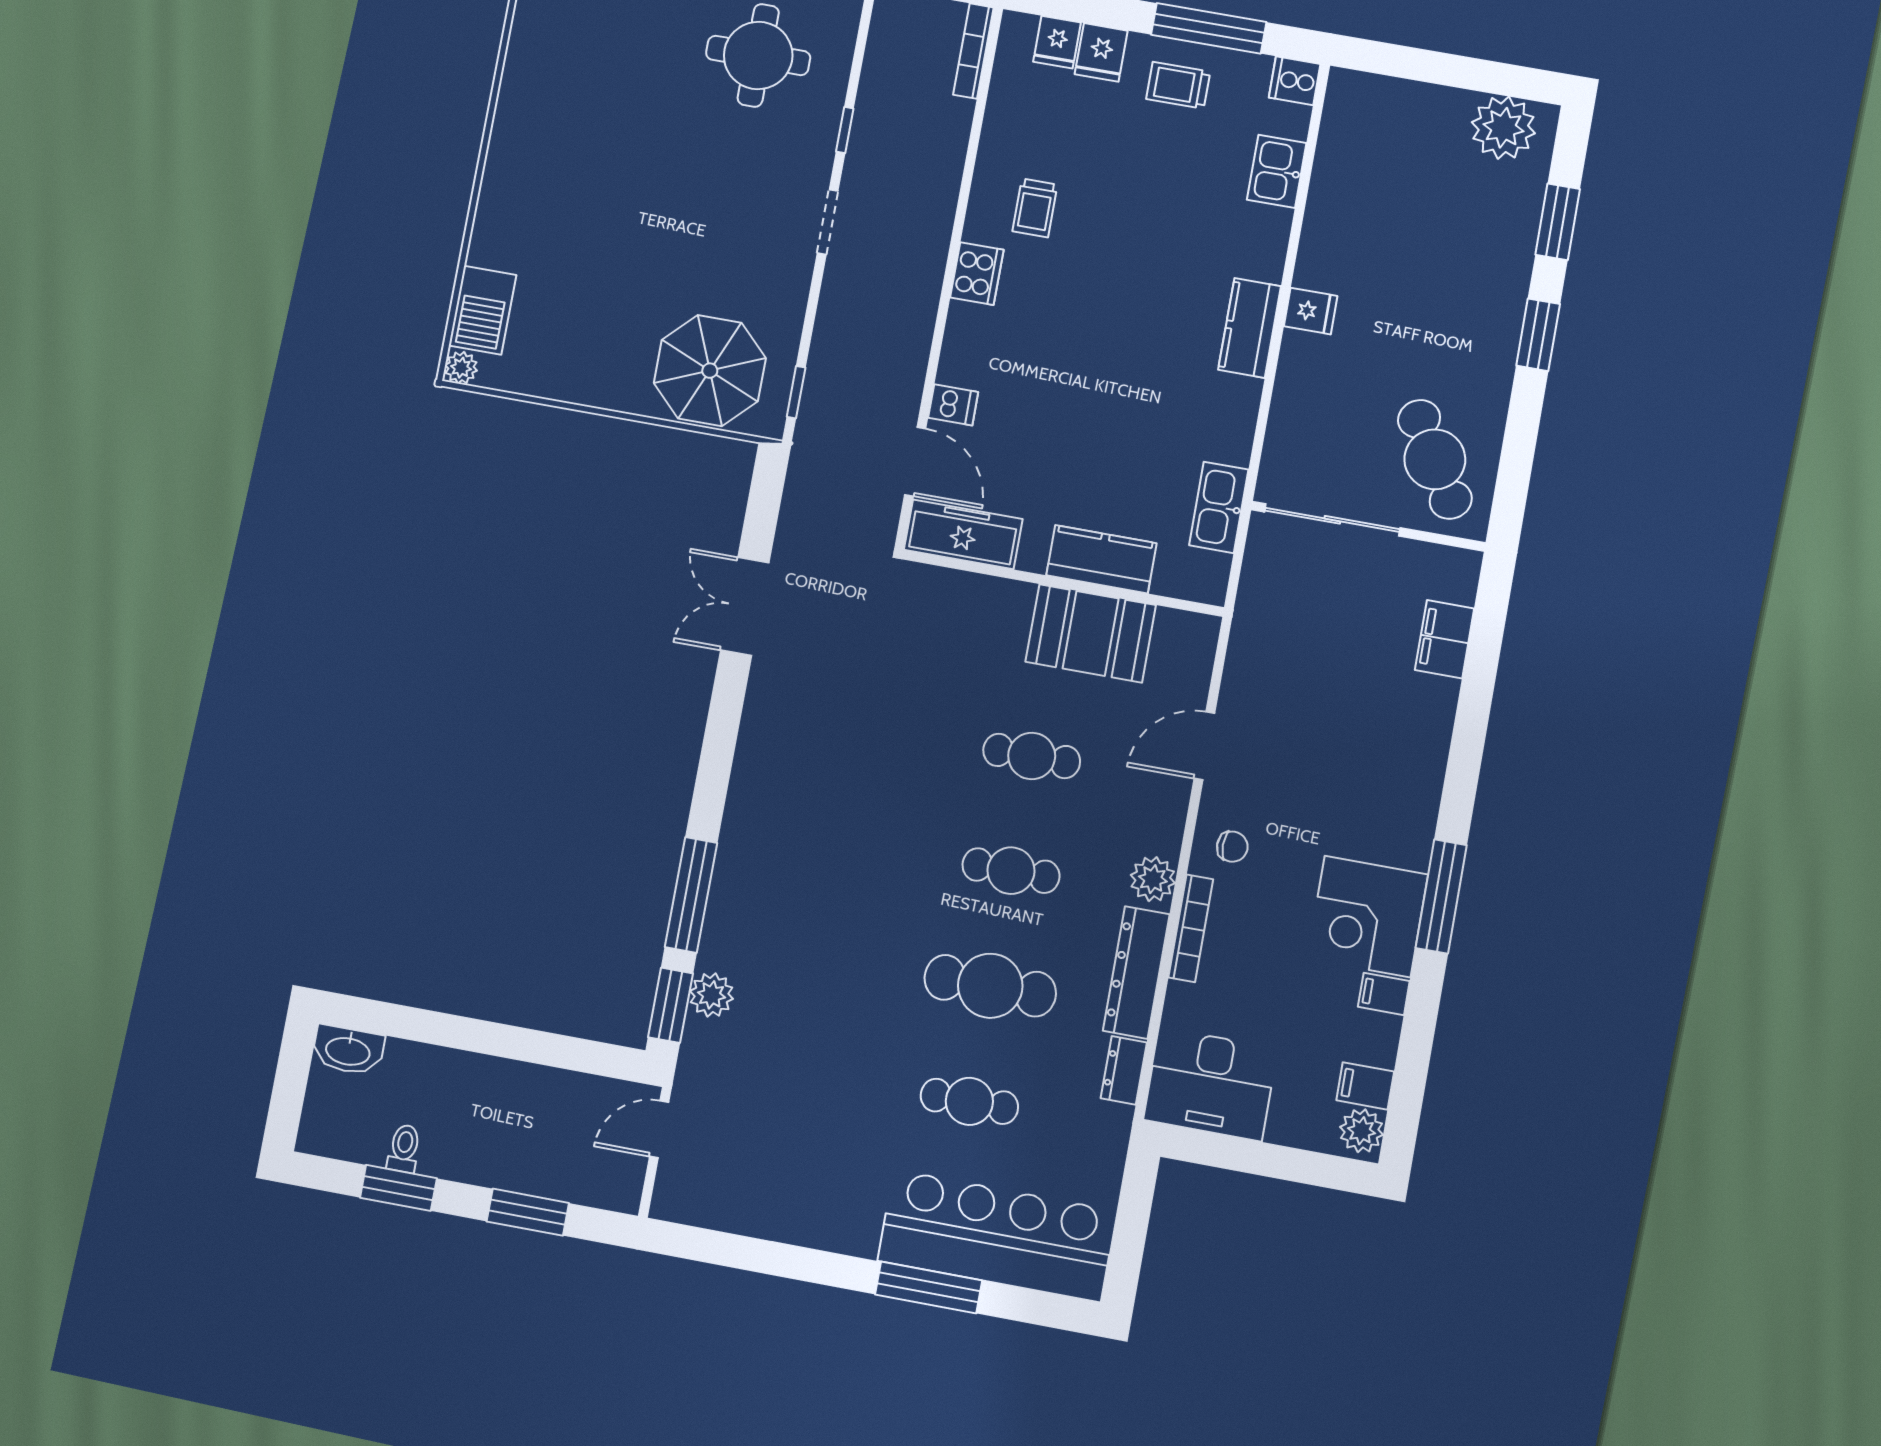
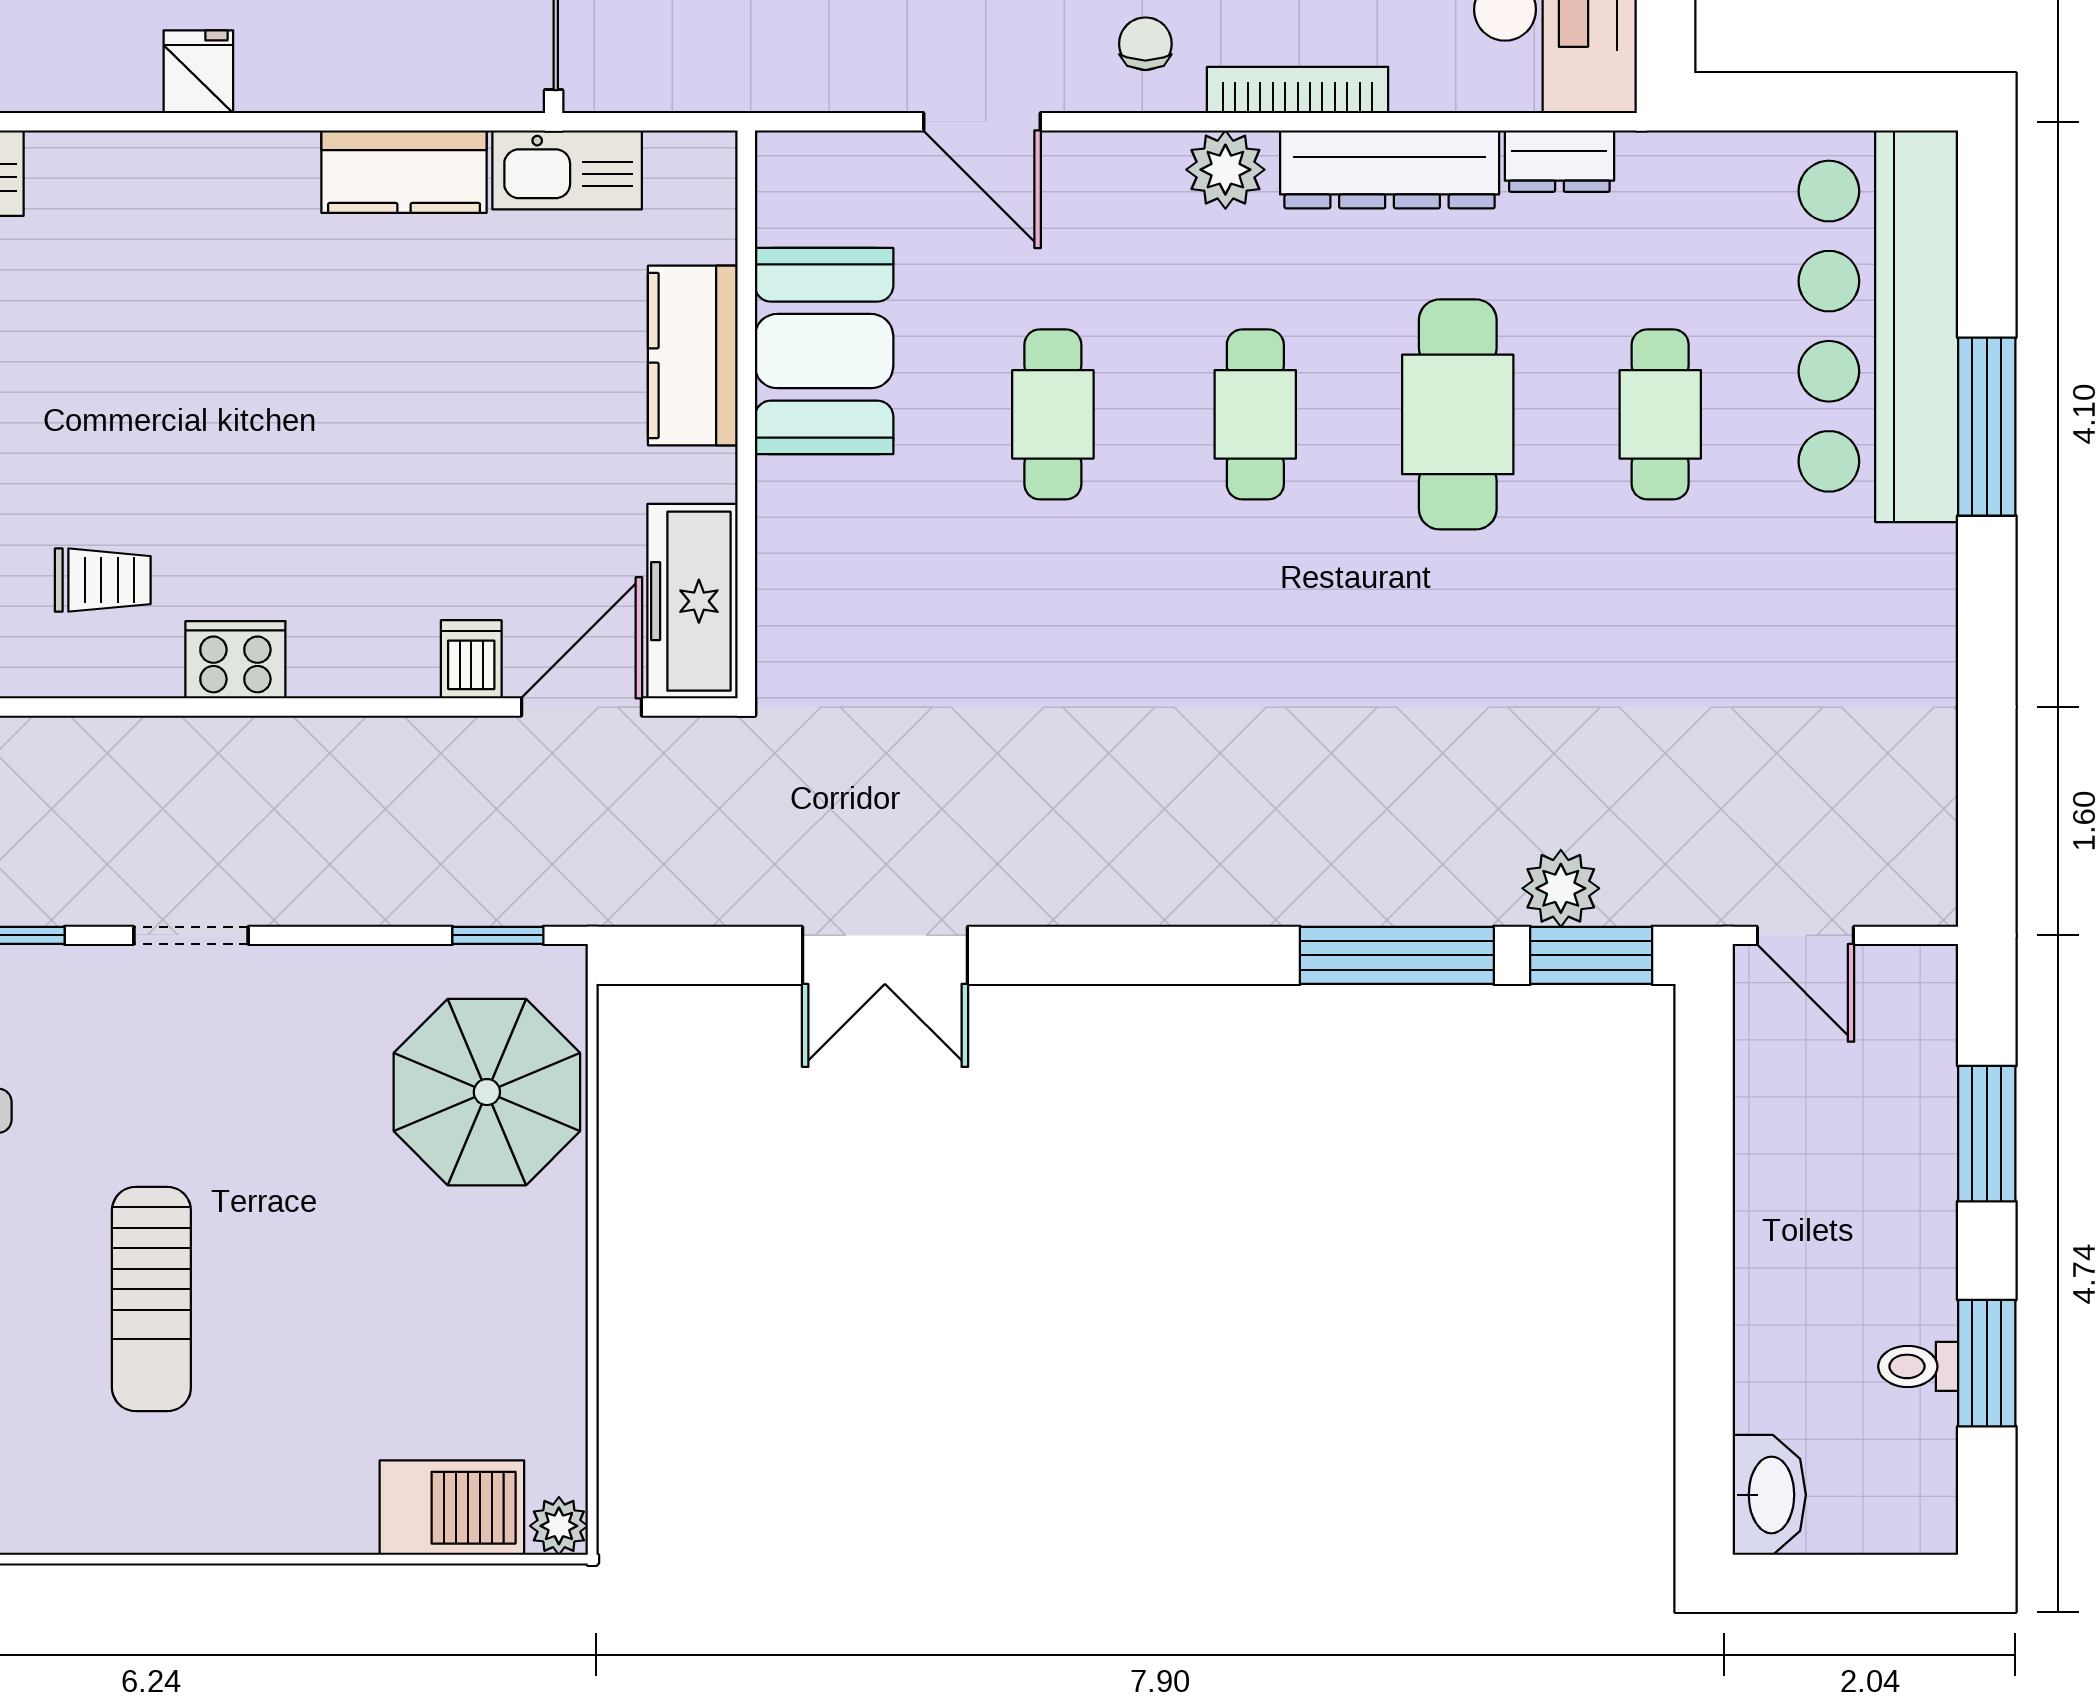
sun lounger: (630, 165) -> (151, 1299), added
kitchen counter: (1250, 328) -> (404, 172), moved

